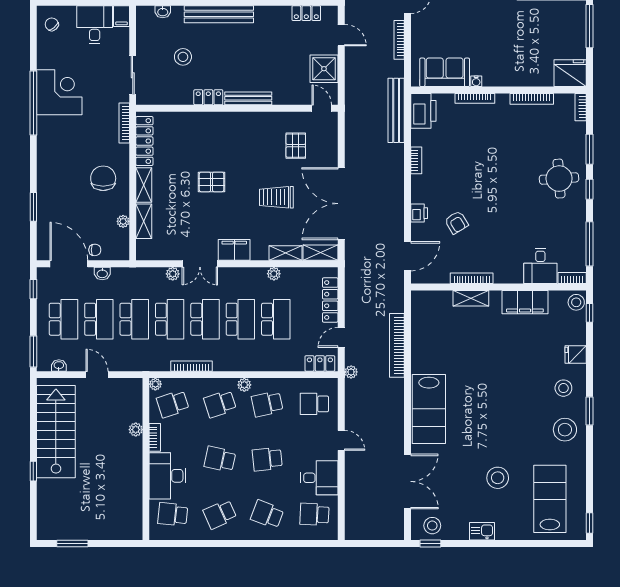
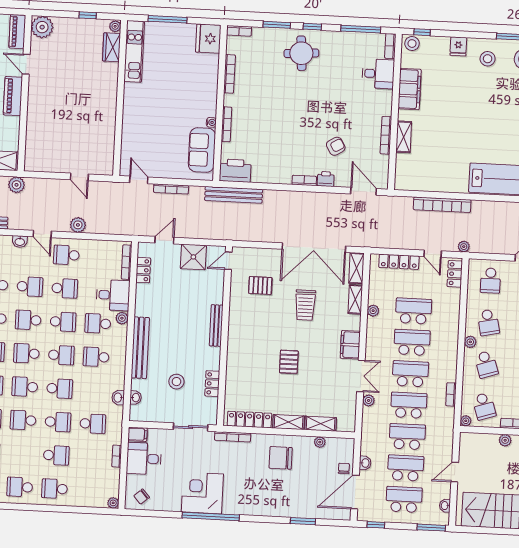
locker: (208, 97) -> (212, 384), moved
bookcase: (416, 160) -> (304, 181), moved
bookcase: (192, 366) -> (451, 394), width x0.64

